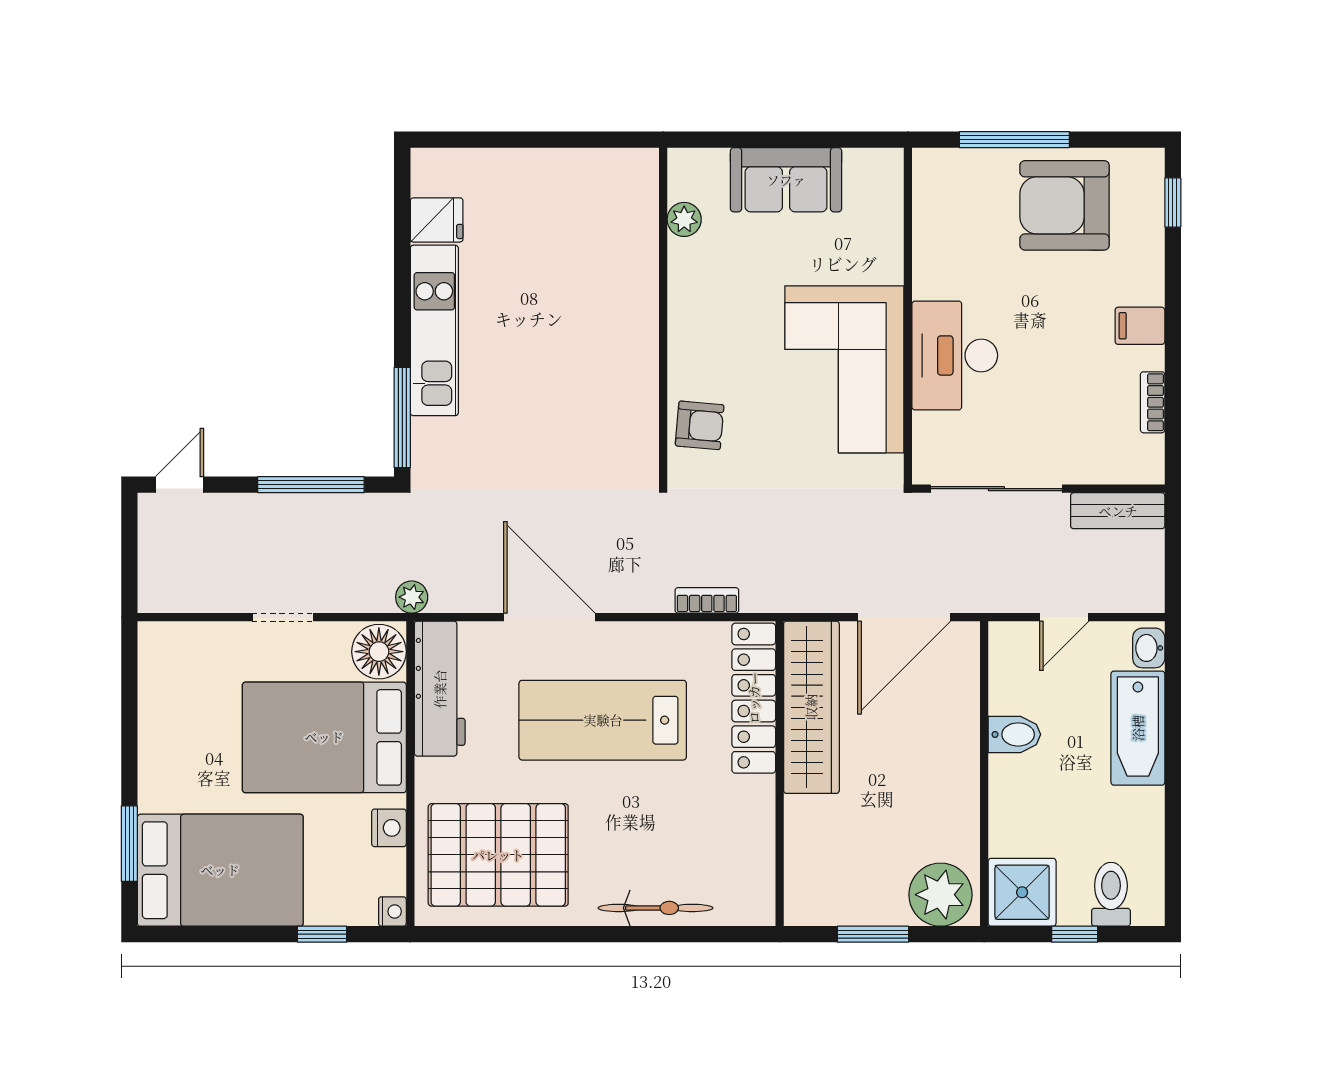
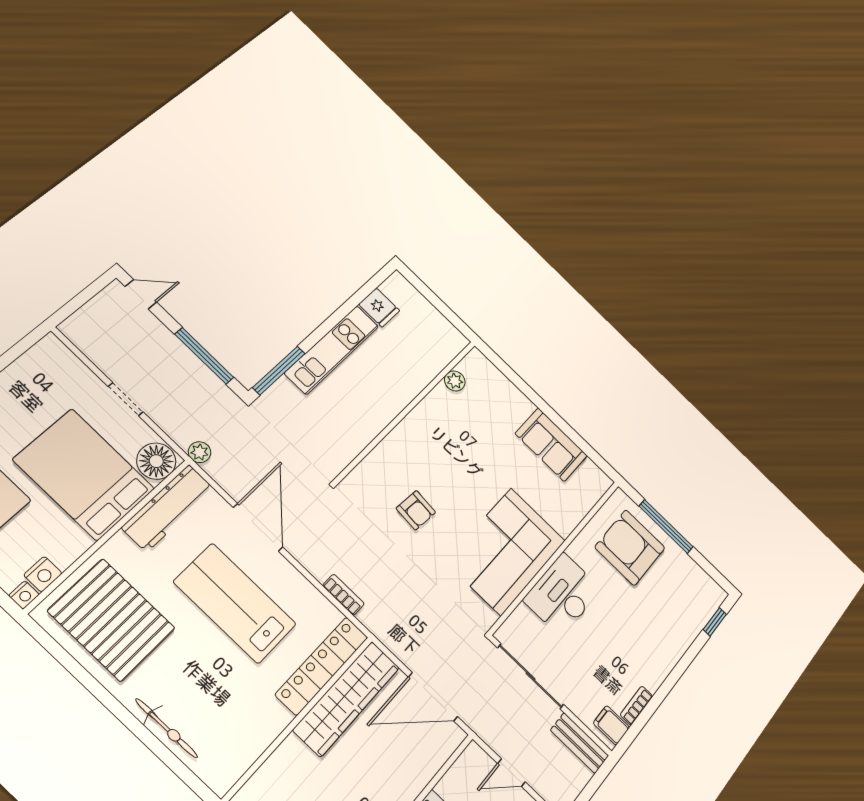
armchair: (1065, 205) -> (630, 548), moved
plant: (684, 219) -> (455, 381), moved
wall: (663, 316) -> (407, 411), moved
filing cabinet: (1140, 326) -> (611, 725), moved
nightstand: (389, 828) -> (43, 574), moved

